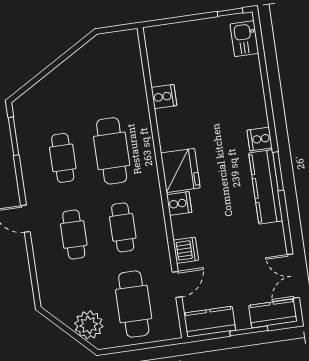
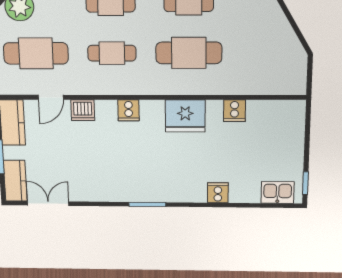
cooker: (260, 139) -> (218, 193), moved
fridge: (180, 170) -> (185, 116), moved
kitchen counter: (266, 187) -> (134, 191), removed
door: (177, 284) -> (51, 97), hinge flipped

